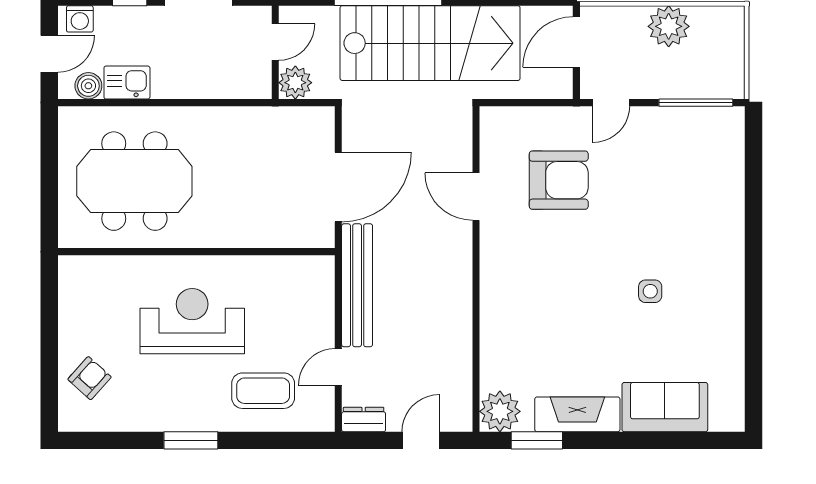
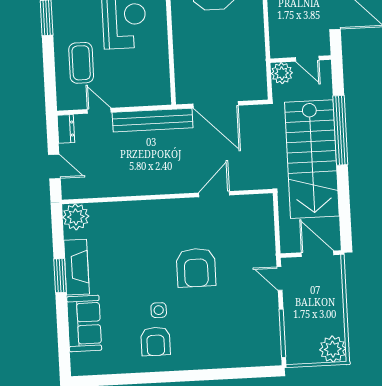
plant: (669, 26) -> (333, 349), moved
armchair: (559, 180) -> (196, 268), moved
armchair: (698, 299) -> (156, 341), added
window: (537, 440) -> (60, 276), moved

